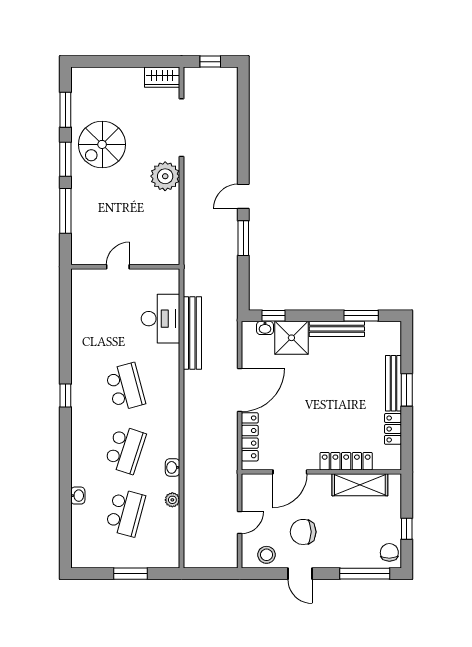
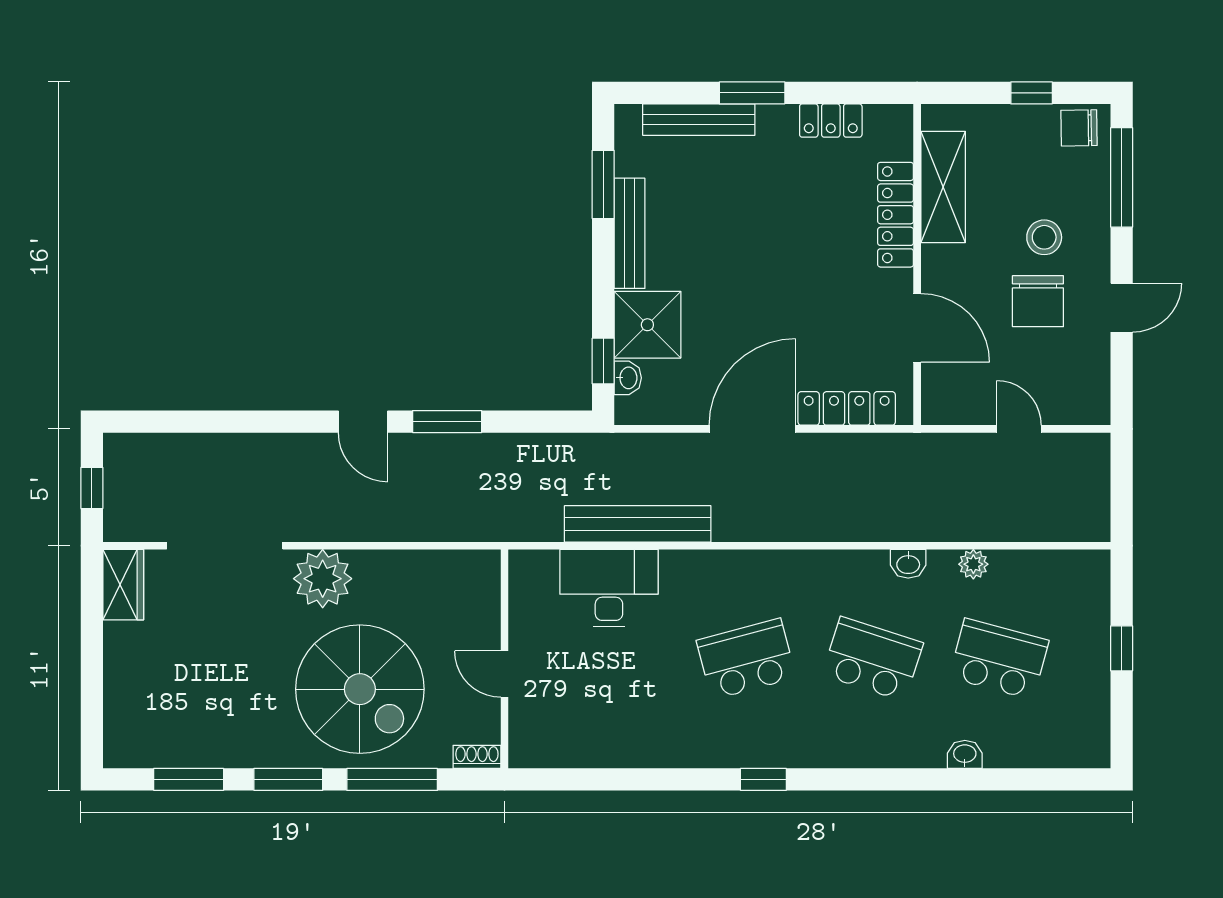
spiral stairs: (102, 144) -> (360, 689), moved, width x1.37, depth x1.37
shoe rack: (77, 253) -> (477, 757), added
bench: (393, 383) -> (699, 120), moved
door: (240, 390) -> (752, 429), hinge flipped
stool: (267, 555) -> (1044, 237), moved
window: (131, 574) -> (1122, 648), width x0.67

